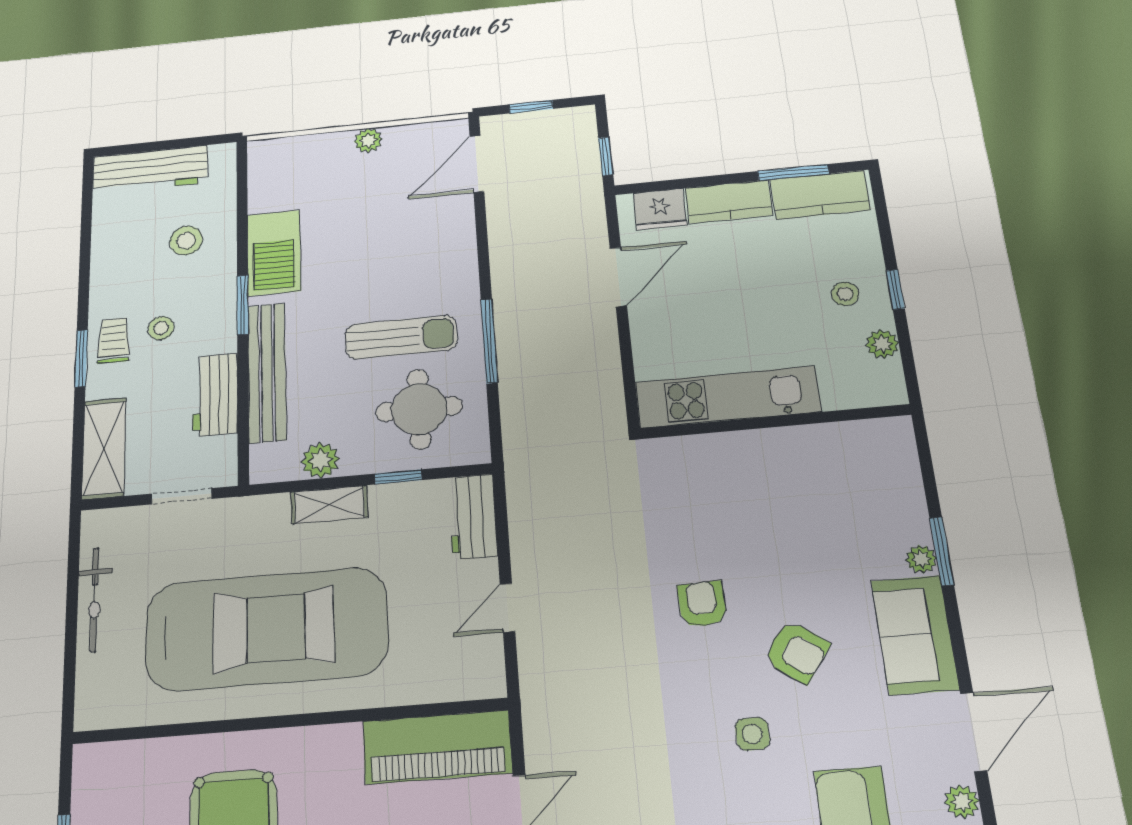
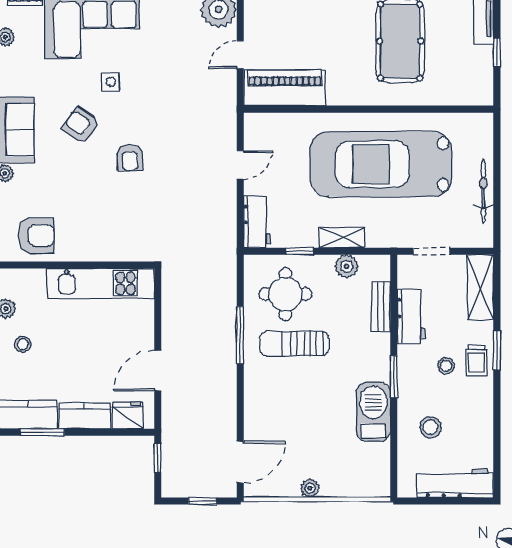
bench: (267, 372) -> (381, 307), width x0.54, depth x0.82
armchair: (849, 462) -> (36, 236), added

